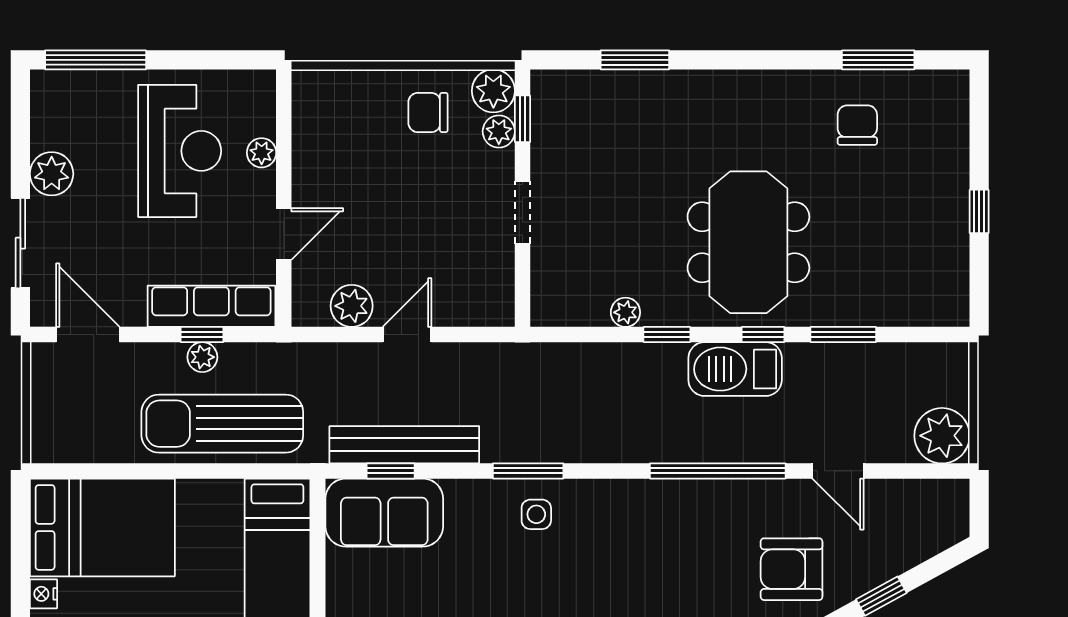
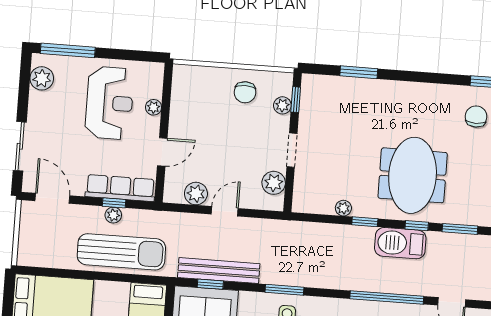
plant: (493, 91) -> (274, 183), moved
chair: (428, 113) -> (245, 92), turned -90
plant: (52, 174) -> (42, 78), moved
sun lounger: (222, 424) -> (121, 252), turned 180

